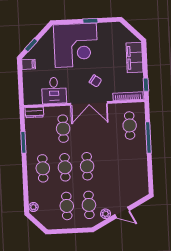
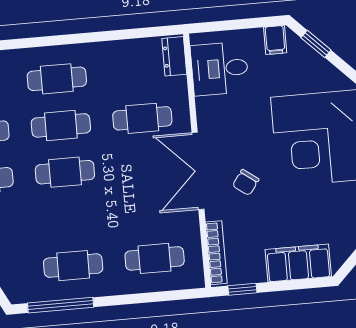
desk: (54, 90) -> (220, 69), moved
window: (148, 137) -> (61, 305), moved
window: (23, 142) -> (110, 36), removed
cafe table: (131, 164) -> (73, 266), added

